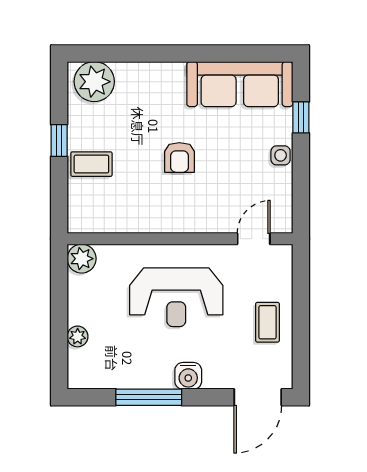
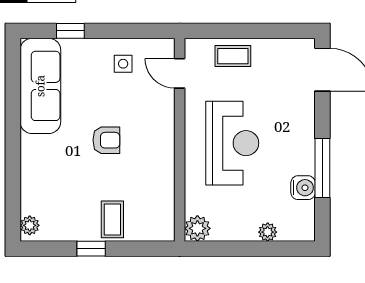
plant: (94, 82) -> (30, 225), width x0.53, depth x0.53
side table: (281, 155) -> (123, 64), moved
coffee table: (268, 322) -> (233, 56), moved
water cooler: (188, 376) -> (303, 188), moved

